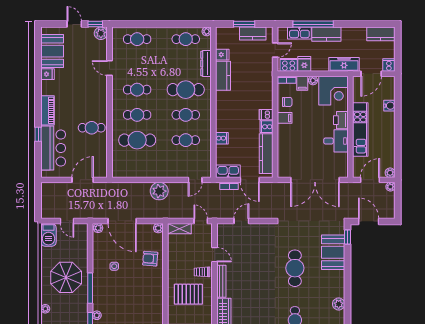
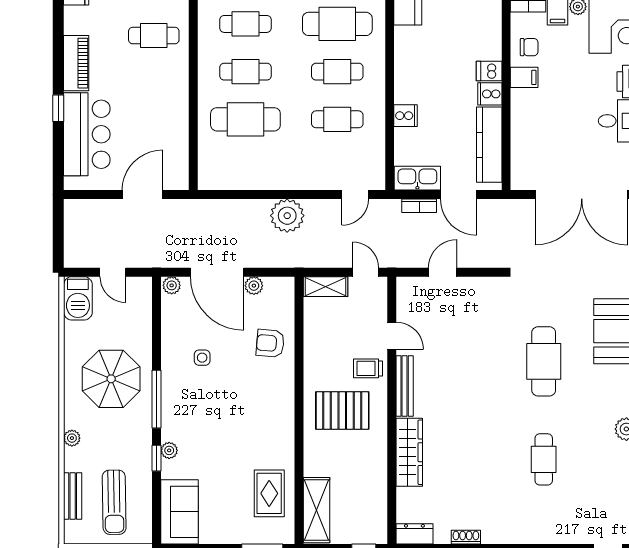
cafe table: (92, 128) -> (154, 36), moved
plant: (158, 228) -> (254, 286), moved

